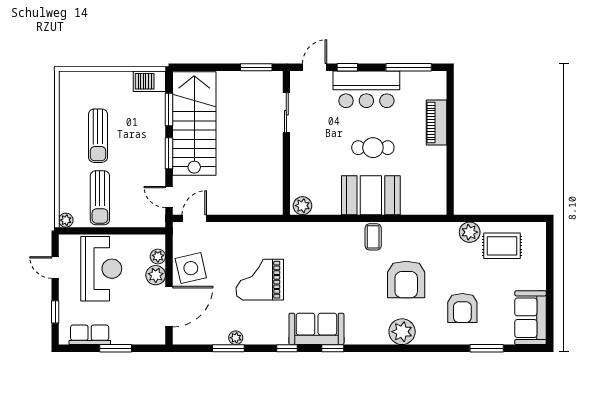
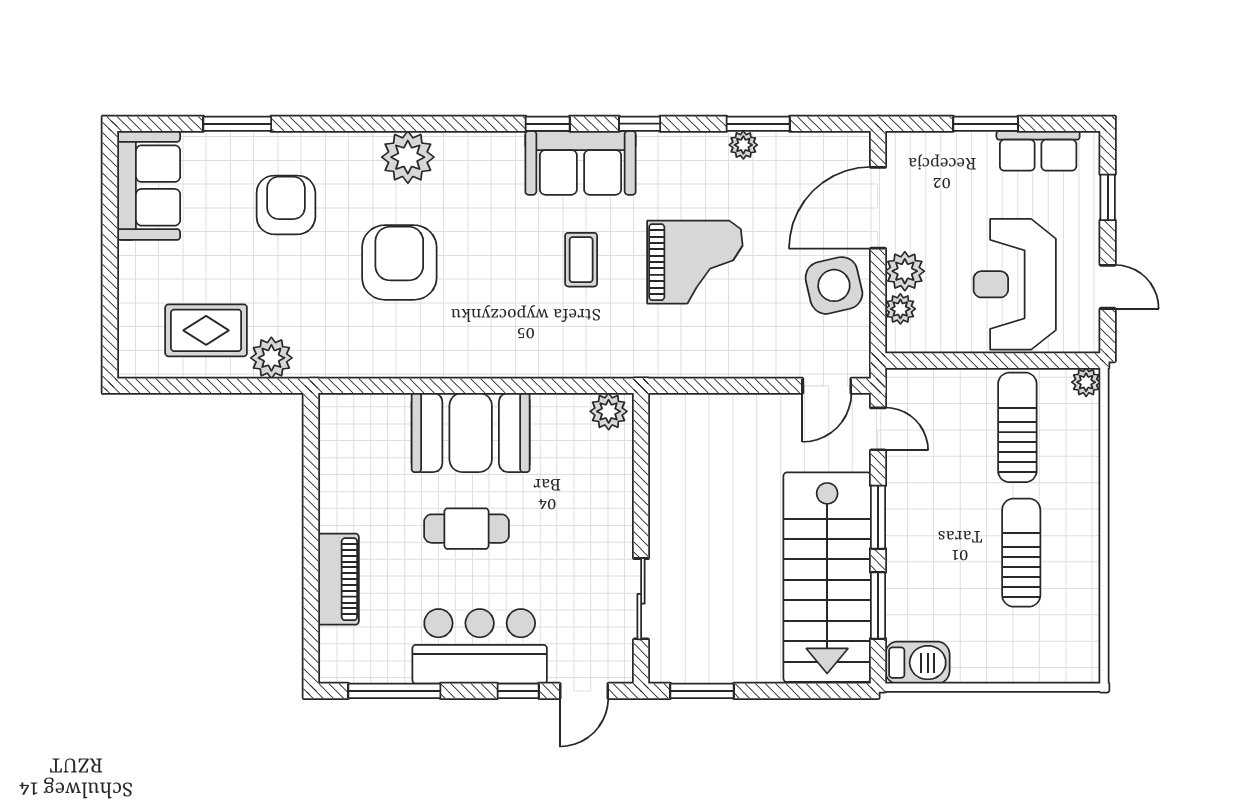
coffee table: (373, 237) -> (581, 260), moved

